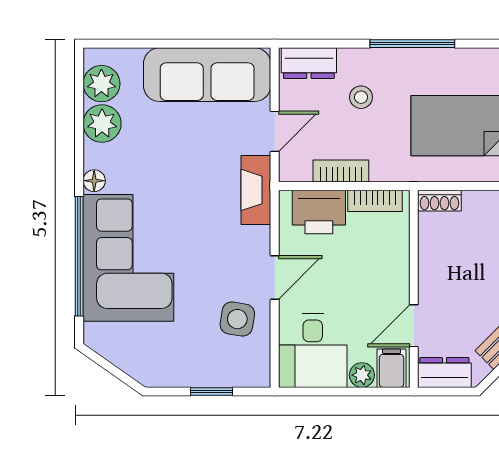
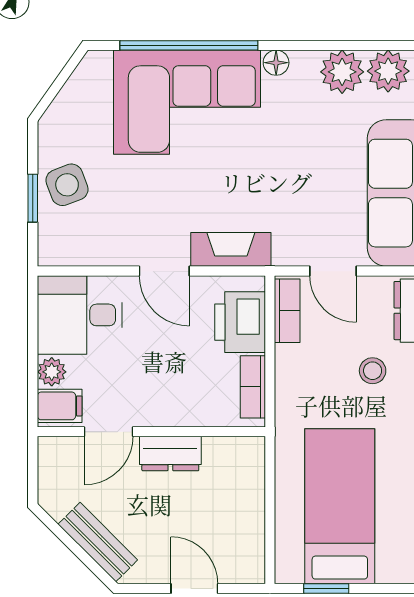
bookcase: (341, 171) -> (287, 311), moved
fireplace: (256, 190) -> (231, 249), moved
shoe rack: (439, 201) -> (253, 461), removed
side table: (237, 319) -> (67, 185), moved, turned -30
door: (414, 326) -> (109, 432), swing flipped
dresser: (444, 373) -> (170, 454), moved, turned 90

